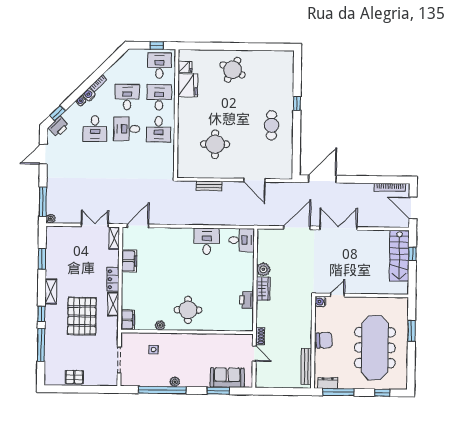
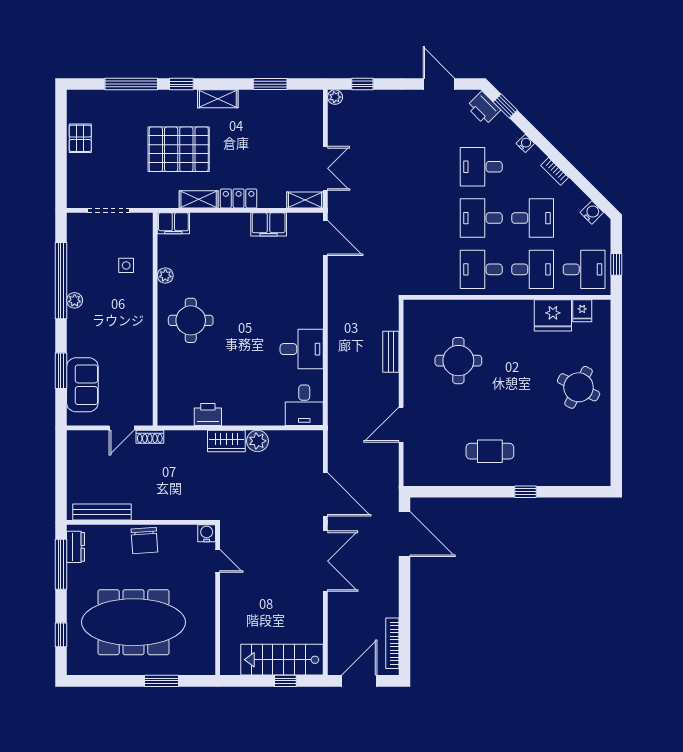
water cooler: (89, 95) -> (592, 212), moved
desk: (127, 129) -> (481, 218), turned -90
window: (43, 202) -> (362, 84), width x0.46

